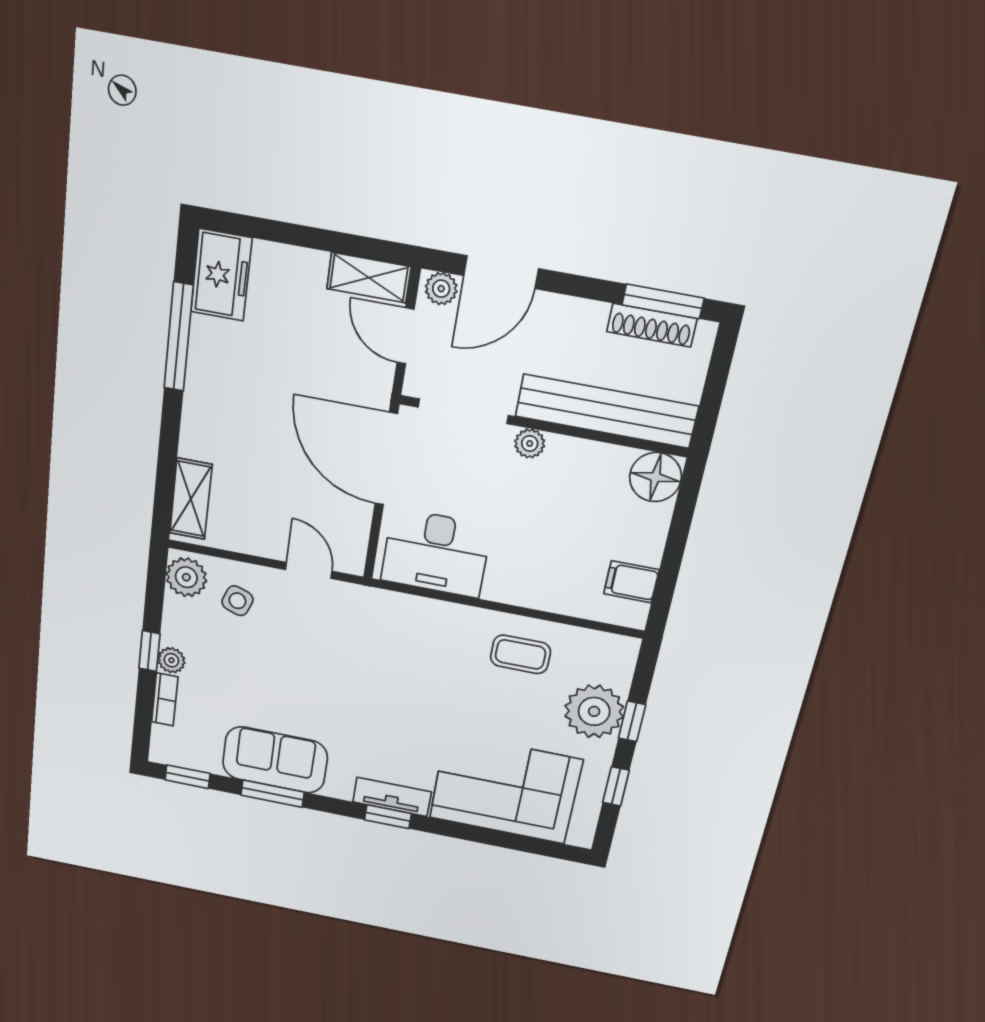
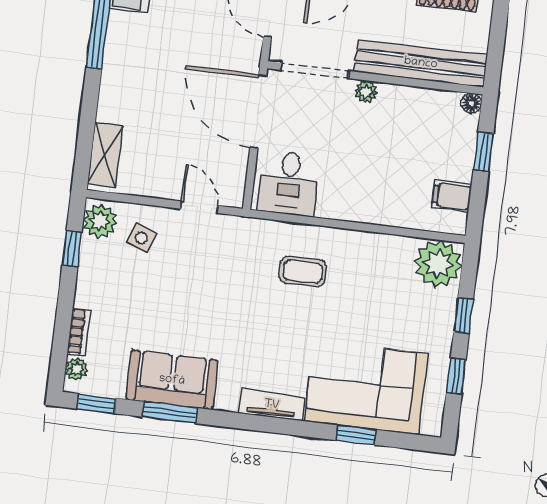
floor lamp: (655, 477) -> (471, 103), width x0.53, depth x0.53
window: (679, 531) -> (483, 152), added
desk: (436, 553) -> (289, 183), width x0.73
window: (149, 651) -> (72, 249), moved
coffee table: (520, 654) -> (303, 272), moved
plant: (171, 660) -> (77, 369), moved
plant: (594, 711) -> (438, 264), moved
window: (388, 817) -> (356, 435), moved

